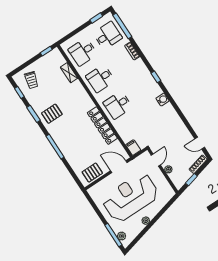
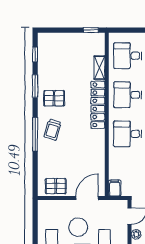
trolley: (31, 80) -> (53, 130), moved
locker: (102, 126) -> (98, 105), moved
door: (119, 167) -> (87, 198), hinge flipped

